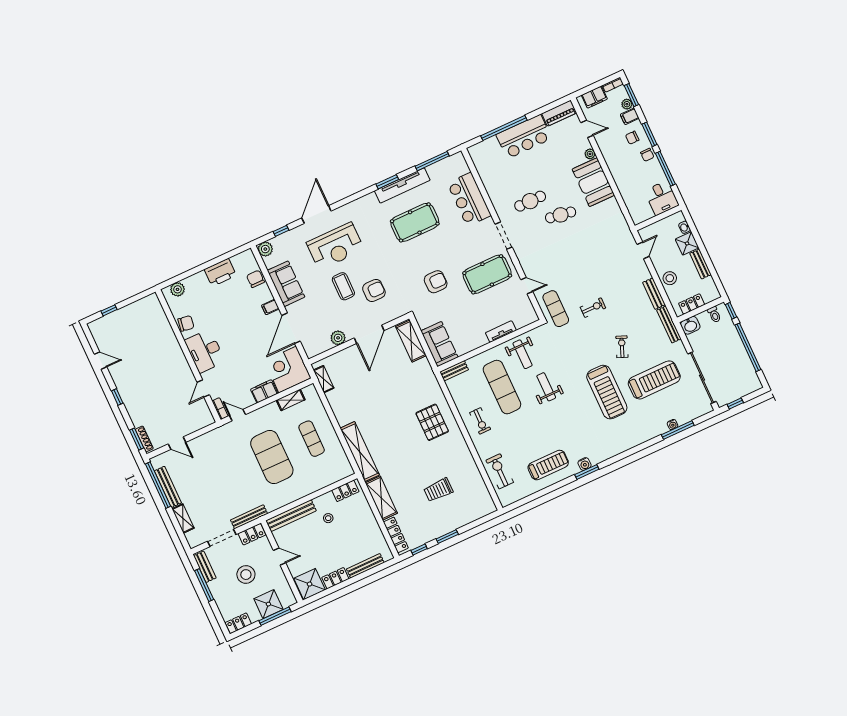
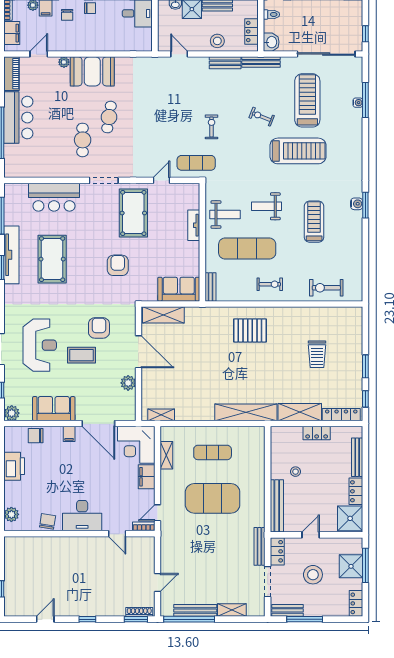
treadmill: (548, 465) -> (314, 222), moved
locker: (345, 491) -> (317, 433), moved, turned 90

